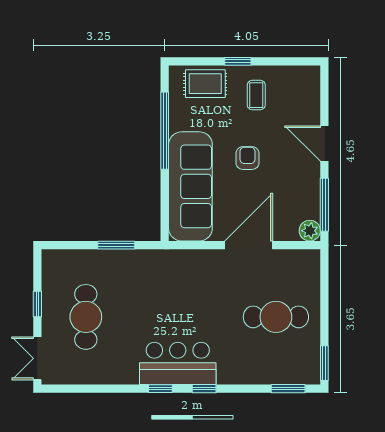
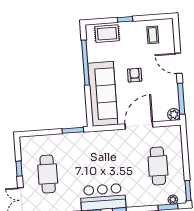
coffee table: (256, 95) -> (153, 35), moved
window: (116, 245) -> (73, 130), moved
cafe table: (276, 317) -> (158, 166), turned 90
plant: (297, 377) -> (173, 200), added

